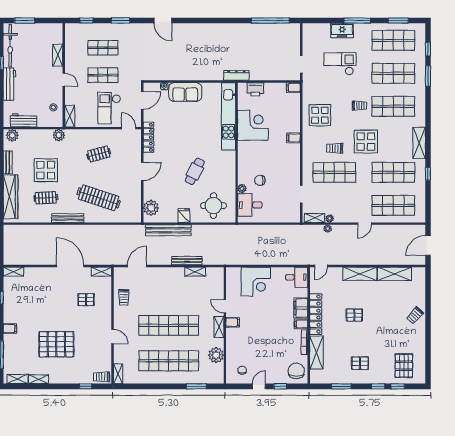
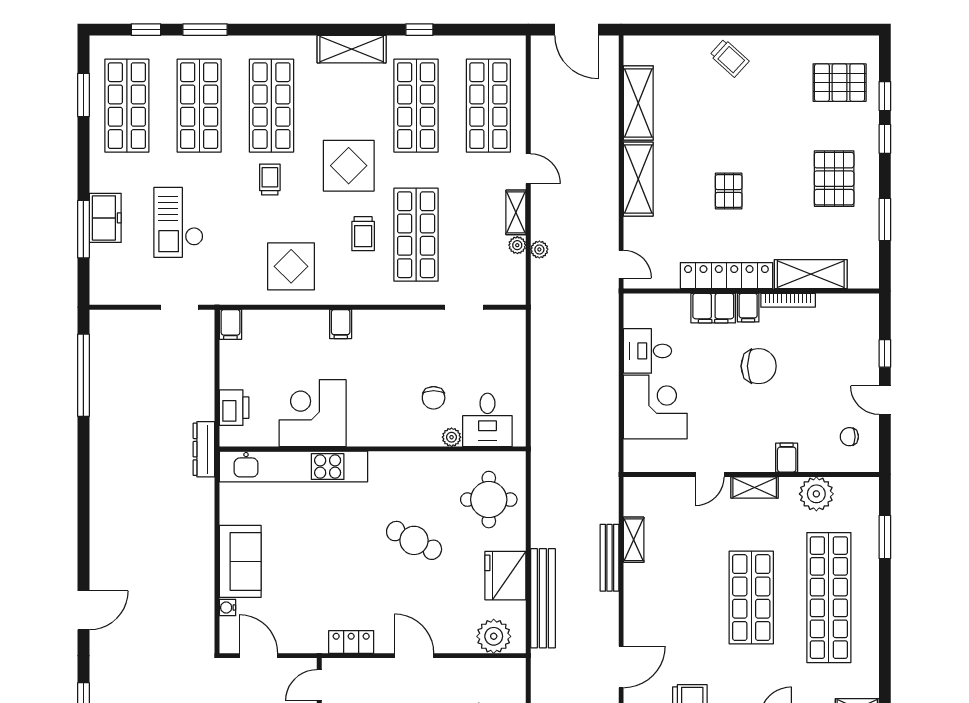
window: (357, 20) -> (83, 229), moved
locker: (148, 137) -> (351, 642), width x0.66
fridge: (184, 216) -> (505, 576), width x1.88, depth x1.34
shelving: (315, 218) -> (516, 212), moved
door: (137, 266) -> (621, 667), swing flipped
desk: (297, 277) -> (648, 351), moved, turned -90
filing cabinet: (233, 322) -> (787, 458), moved
shop shelf: (169, 325) -> (751, 598), width x0.71
pallet: (360, 363) -> (834, 179), width x1.50, depth x1.42
chair: (296, 371) -> (759, 366), moved, turned 180

